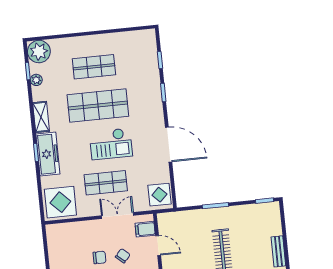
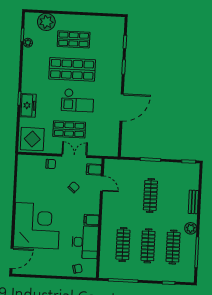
plant: (39, 52) -> (46, 22), moved
shelving: (41, 117) -> (27, 72), removed
door: (169, 145) -> (122, 107), hinge flipped
freezer: (48, 154) -> (28, 105), width x0.71
display table: (159, 195) -> (109, 145), removed
chair: (100, 257) -> (51, 164), moved

